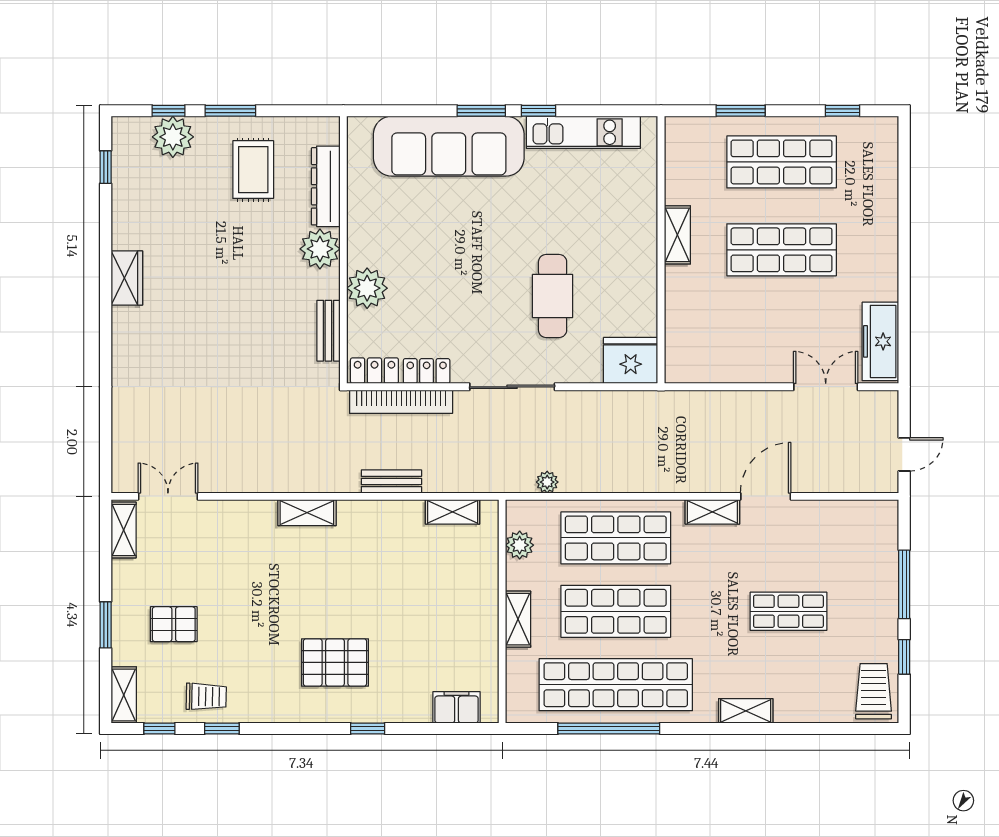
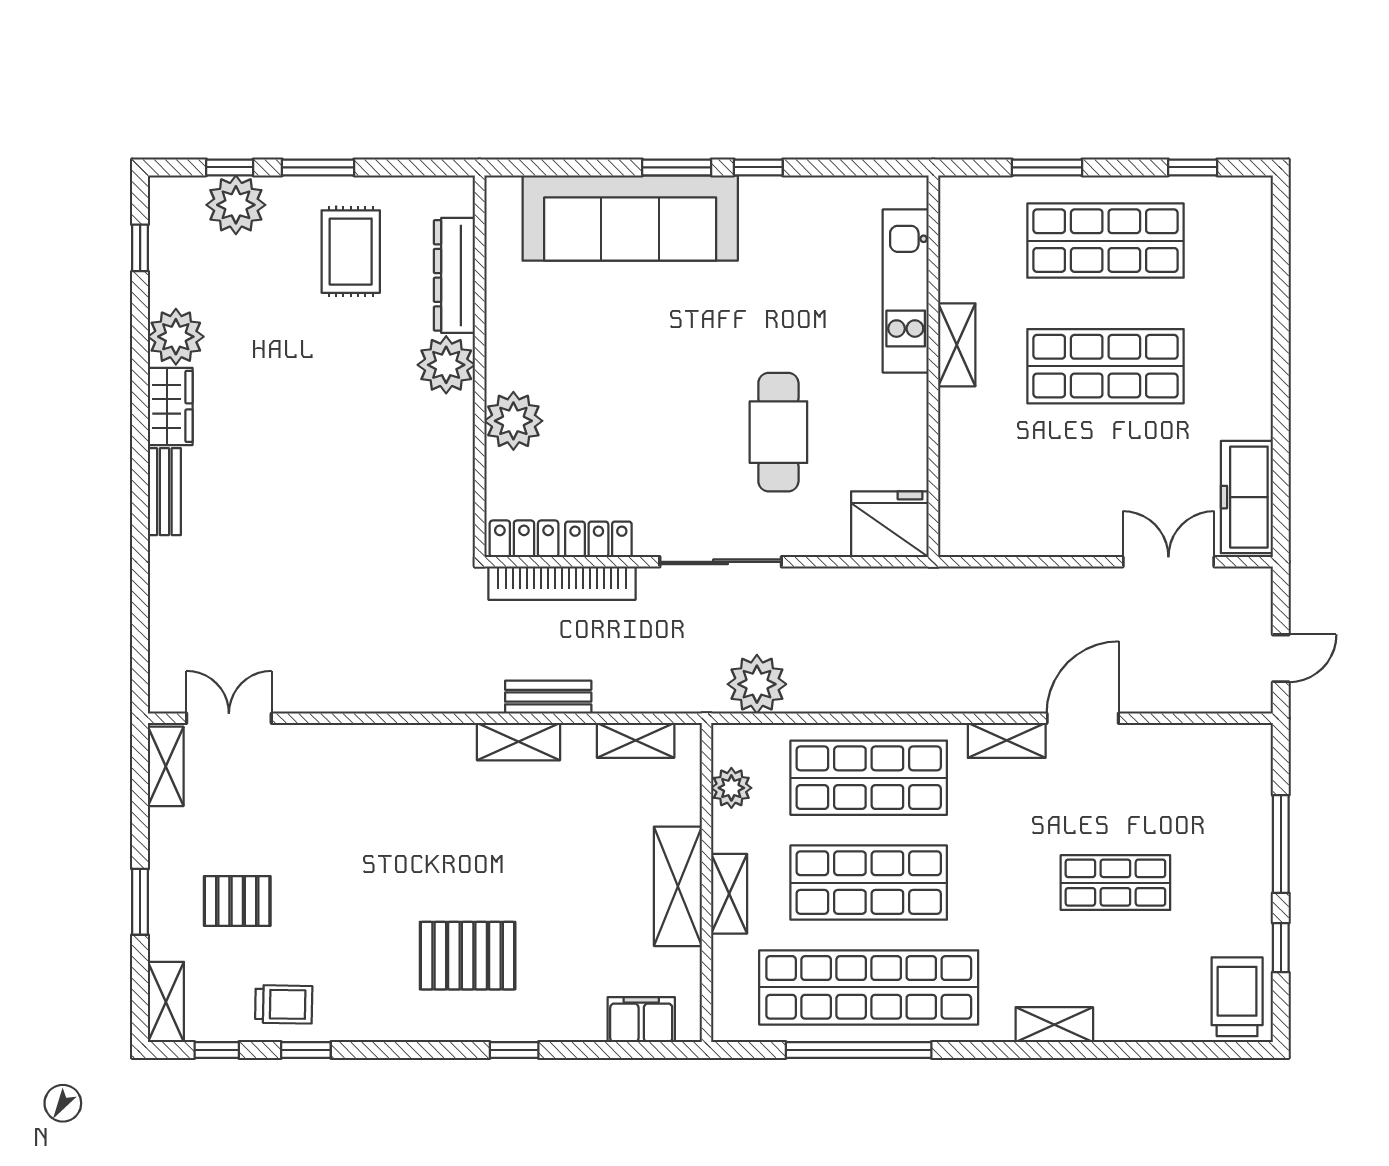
kitchen unit: (583, 132) -> (906, 291), moved, turned 90
plant: (131, 229) -> (176, 337), added
bench: (328, 331) -> (164, 492), moved
plant: (547, 482) -> (757, 684), width x1.87, depth x1.87
shelving: (307, 513) -> (518, 742), moved
shelving: (482, 614) -> (678, 886), added

